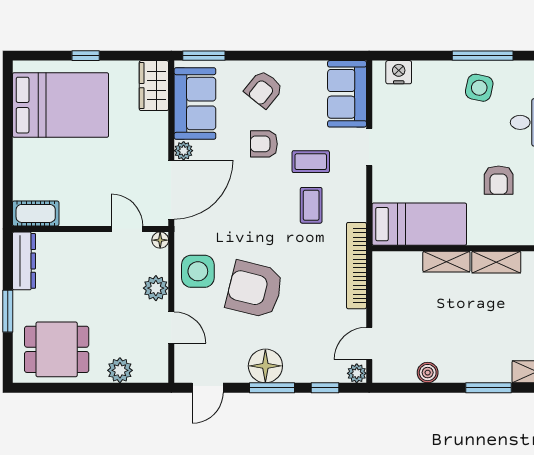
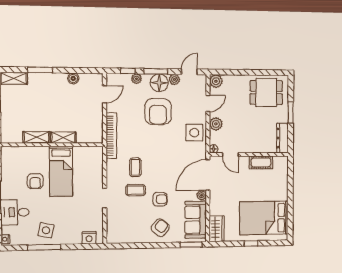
sofa: (347, 94) -> (117, 226), removed
armchair: (499, 180) -> (35, 181), turned 180
cot: (36, 213) -> (261, 162), moved
bed: (419, 224) -> (61, 171), moved, turned -90
armchair: (255, 289) -> (158, 112), moved, turned 76
door: (171, 327) -> (208, 103), swing flipped
plant: (120, 370) -> (216, 81), moved
plant: (236, 373) -> (174, 79), added
plant: (357, 373) -> (137, 79), moved

